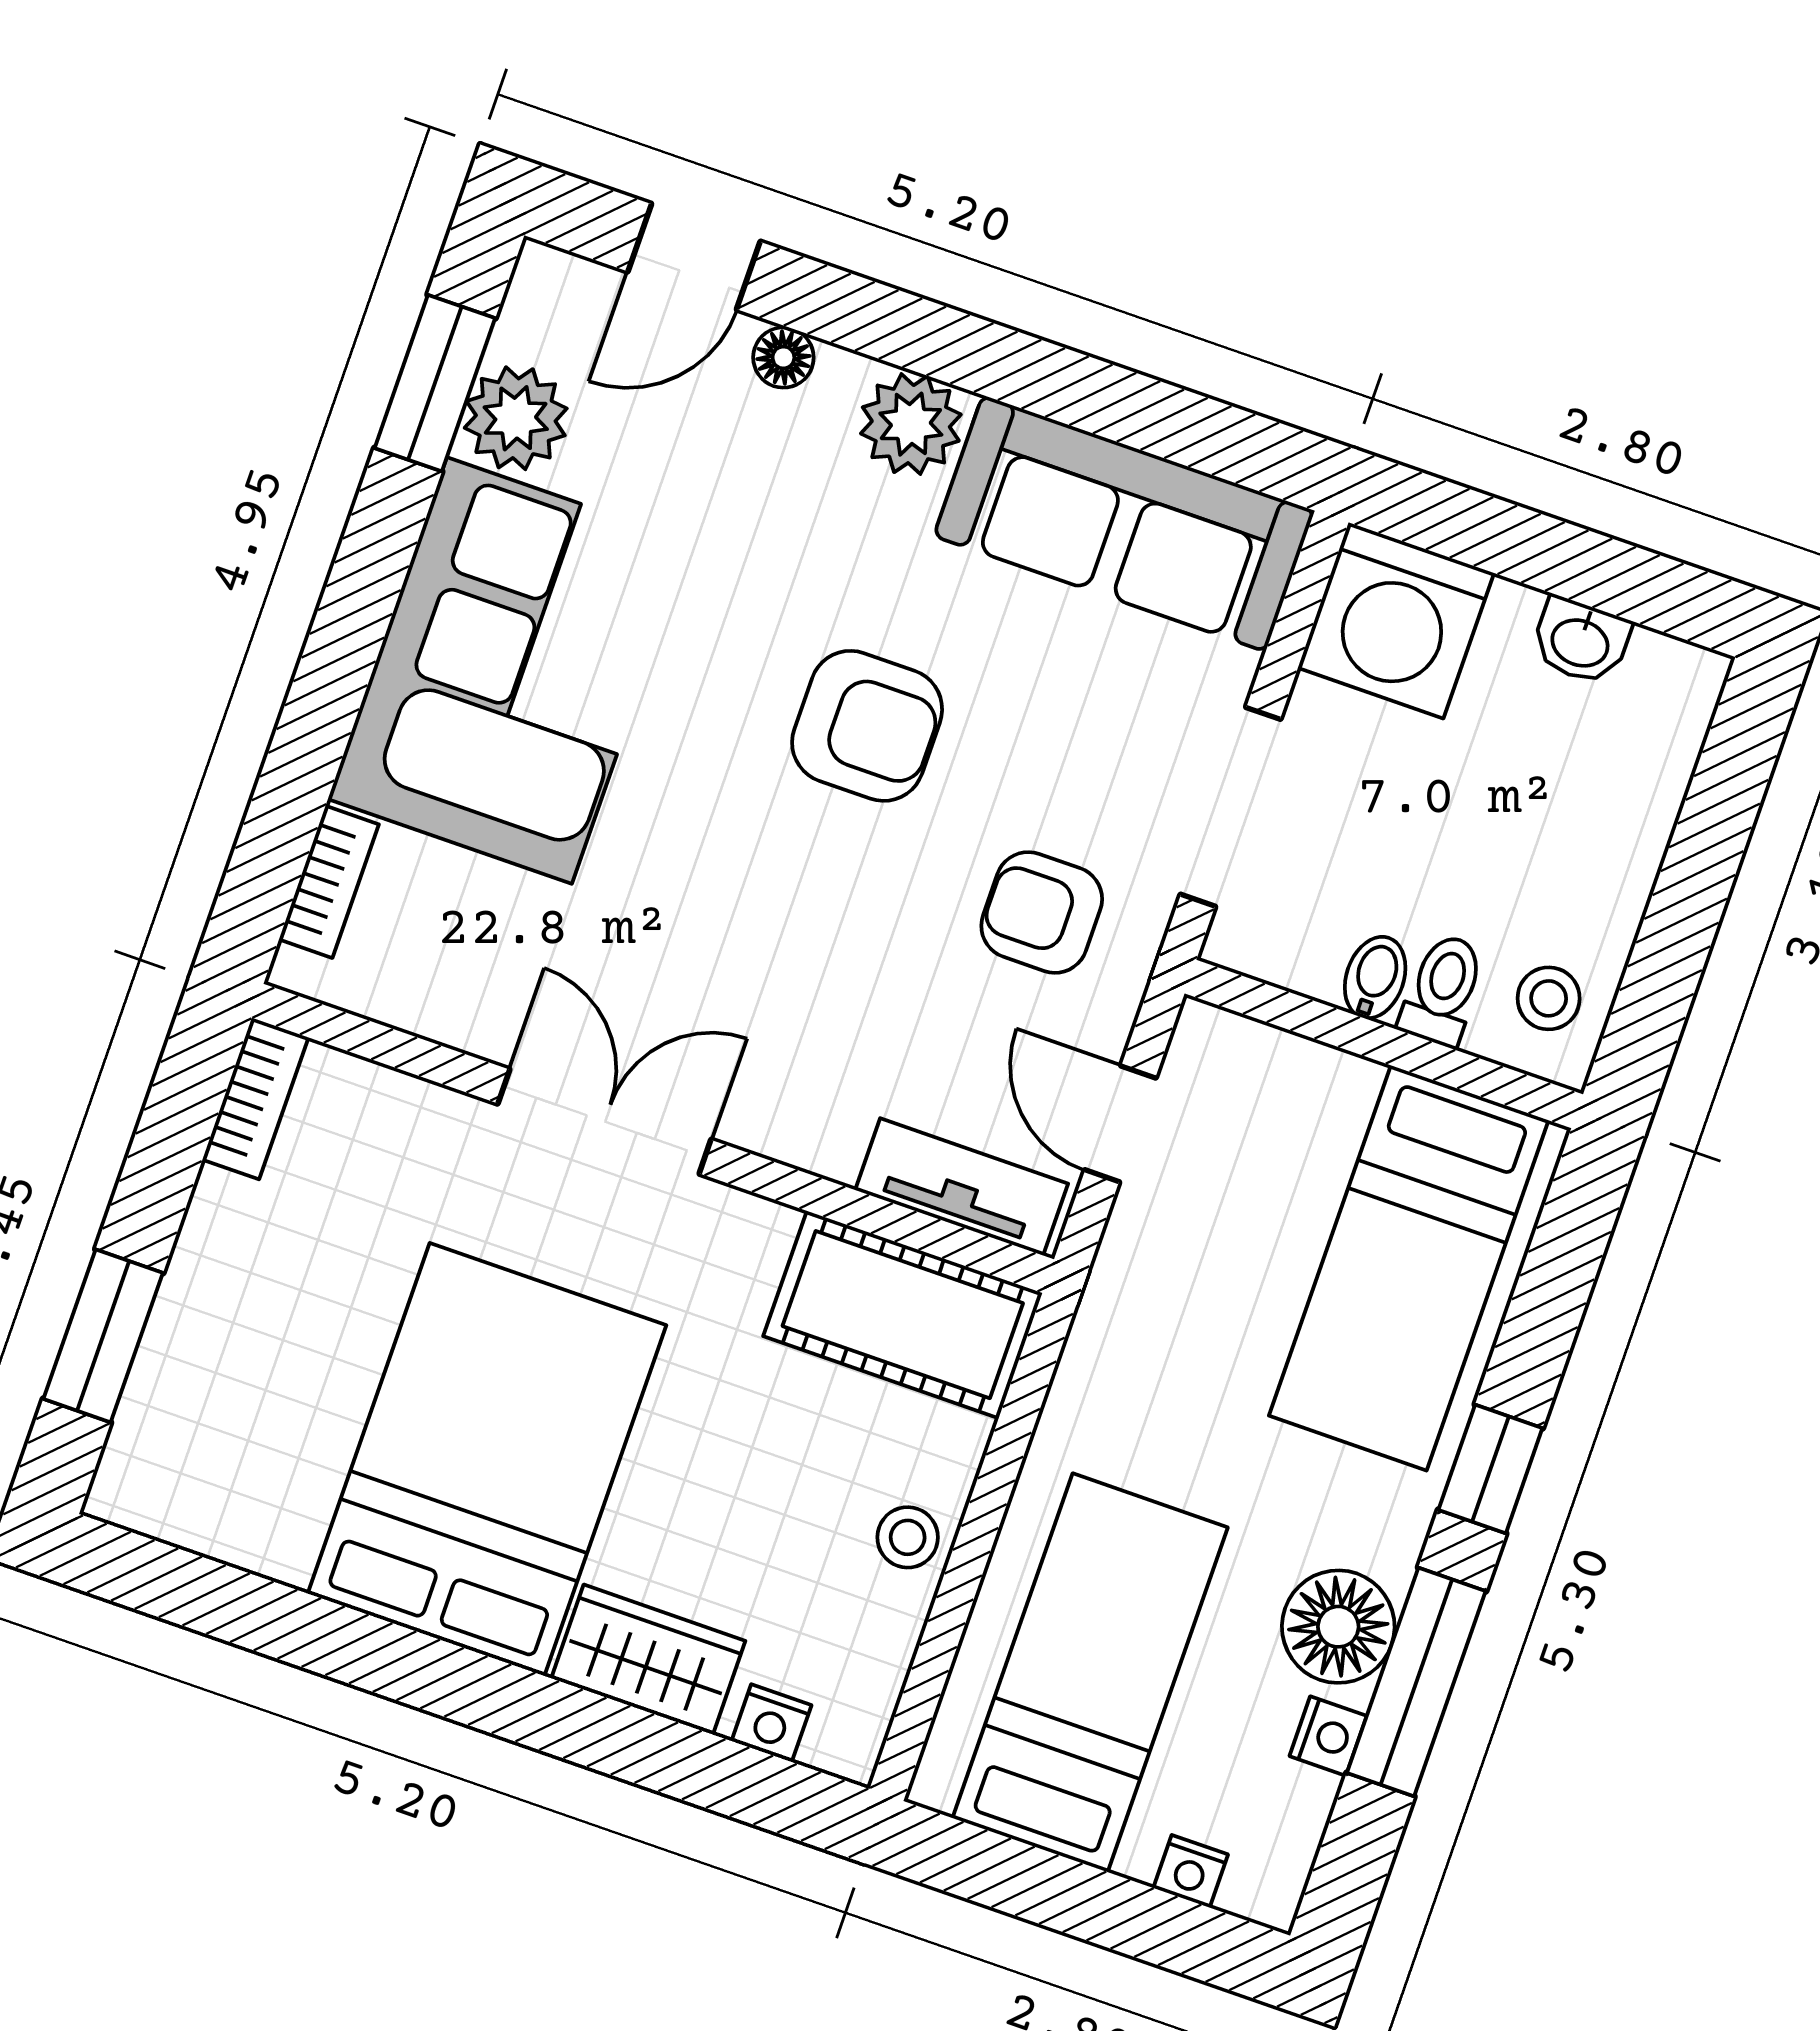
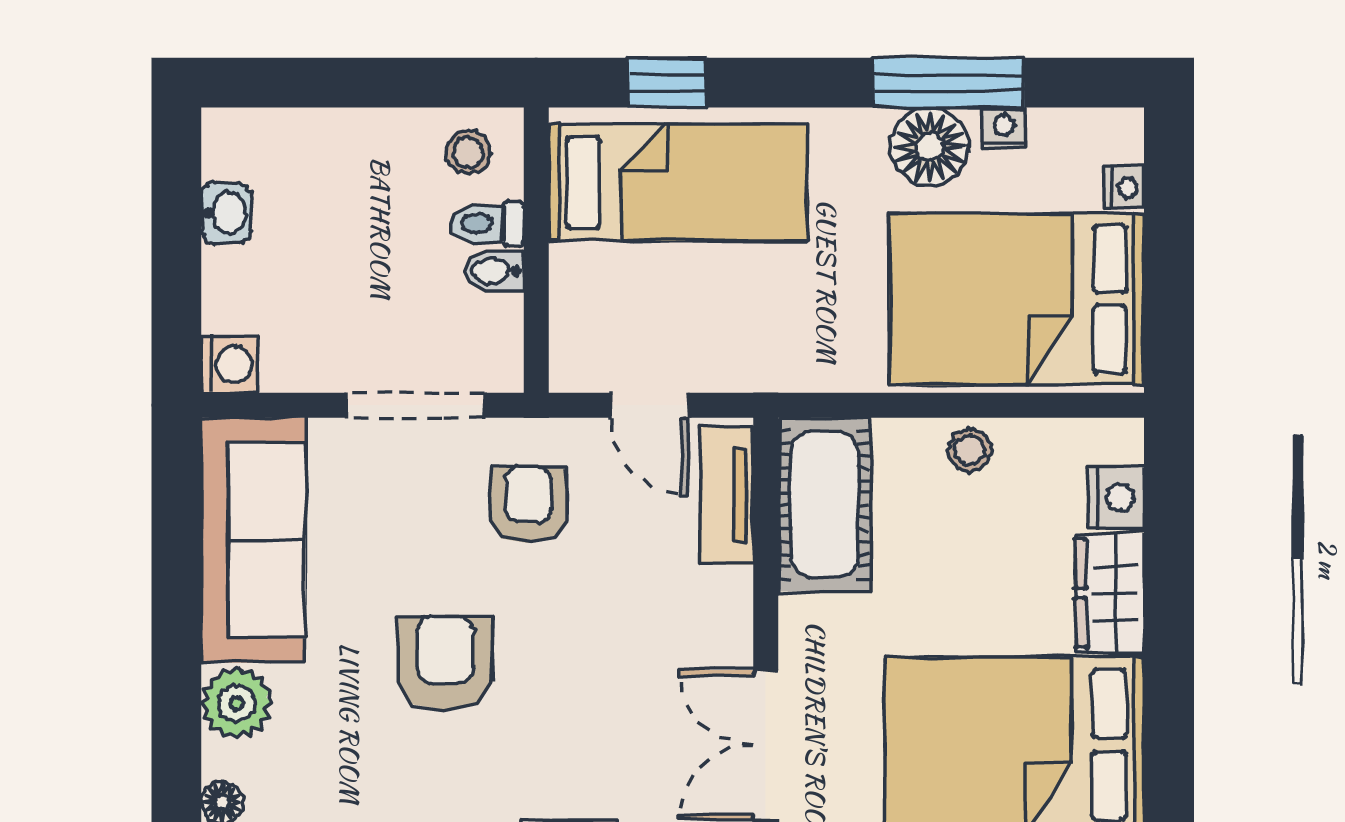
washing machine: (1396, 620) -> (230, 364), width x0.53, depth x0.53
armchair: (1042, 912) -> (528, 505), turned 180
door: (1120, 1124) -> (649, 405), hinge flipped
window: (1490, 1469) -> (667, 83), moved
bed: (1090, 1673) -> (1017, 299), width x1.50
nightstand: (771, 1723) -> (1116, 497), width x1.39, depth x1.35

